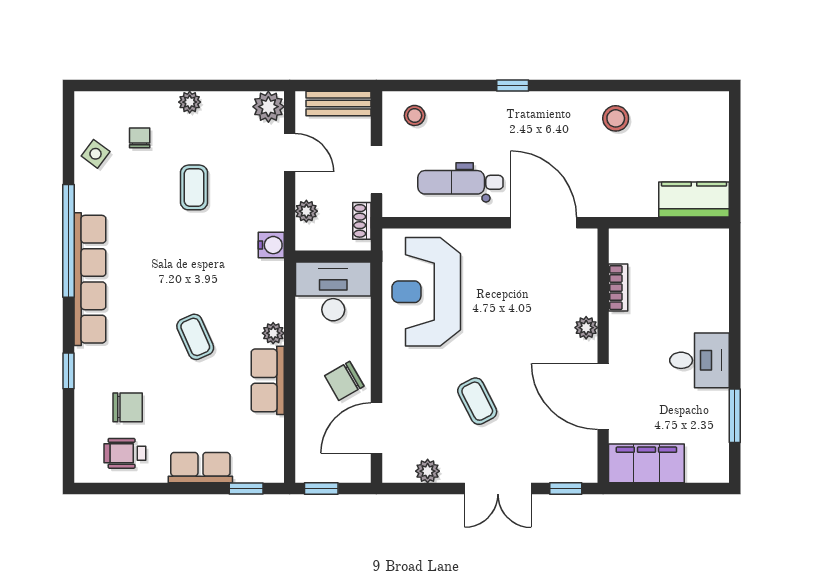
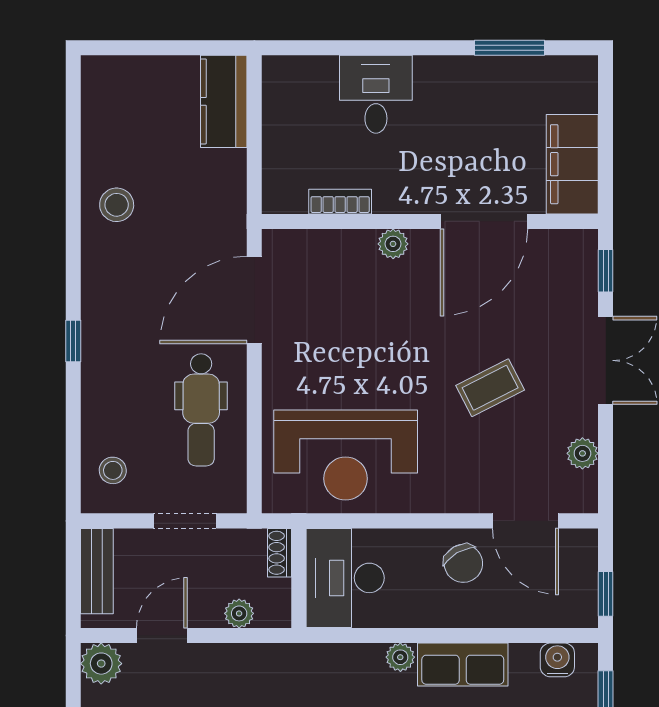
shoe rack: (362, 221) -> (279, 553), moved, turned 90
water cooler: (271, 245) -> (557, 660), moved
desk: (699, 360) -> (376, 94), moved

